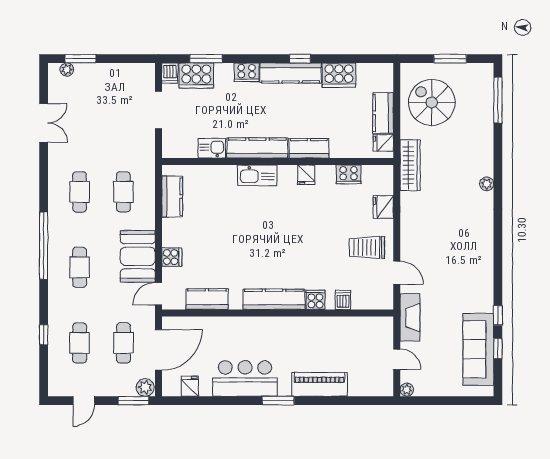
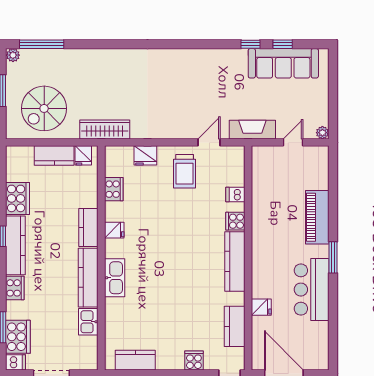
plant: (487, 184) -> (13, 55), moved
fridge: (190, 386) -> (261, 307), moved, turned 180

